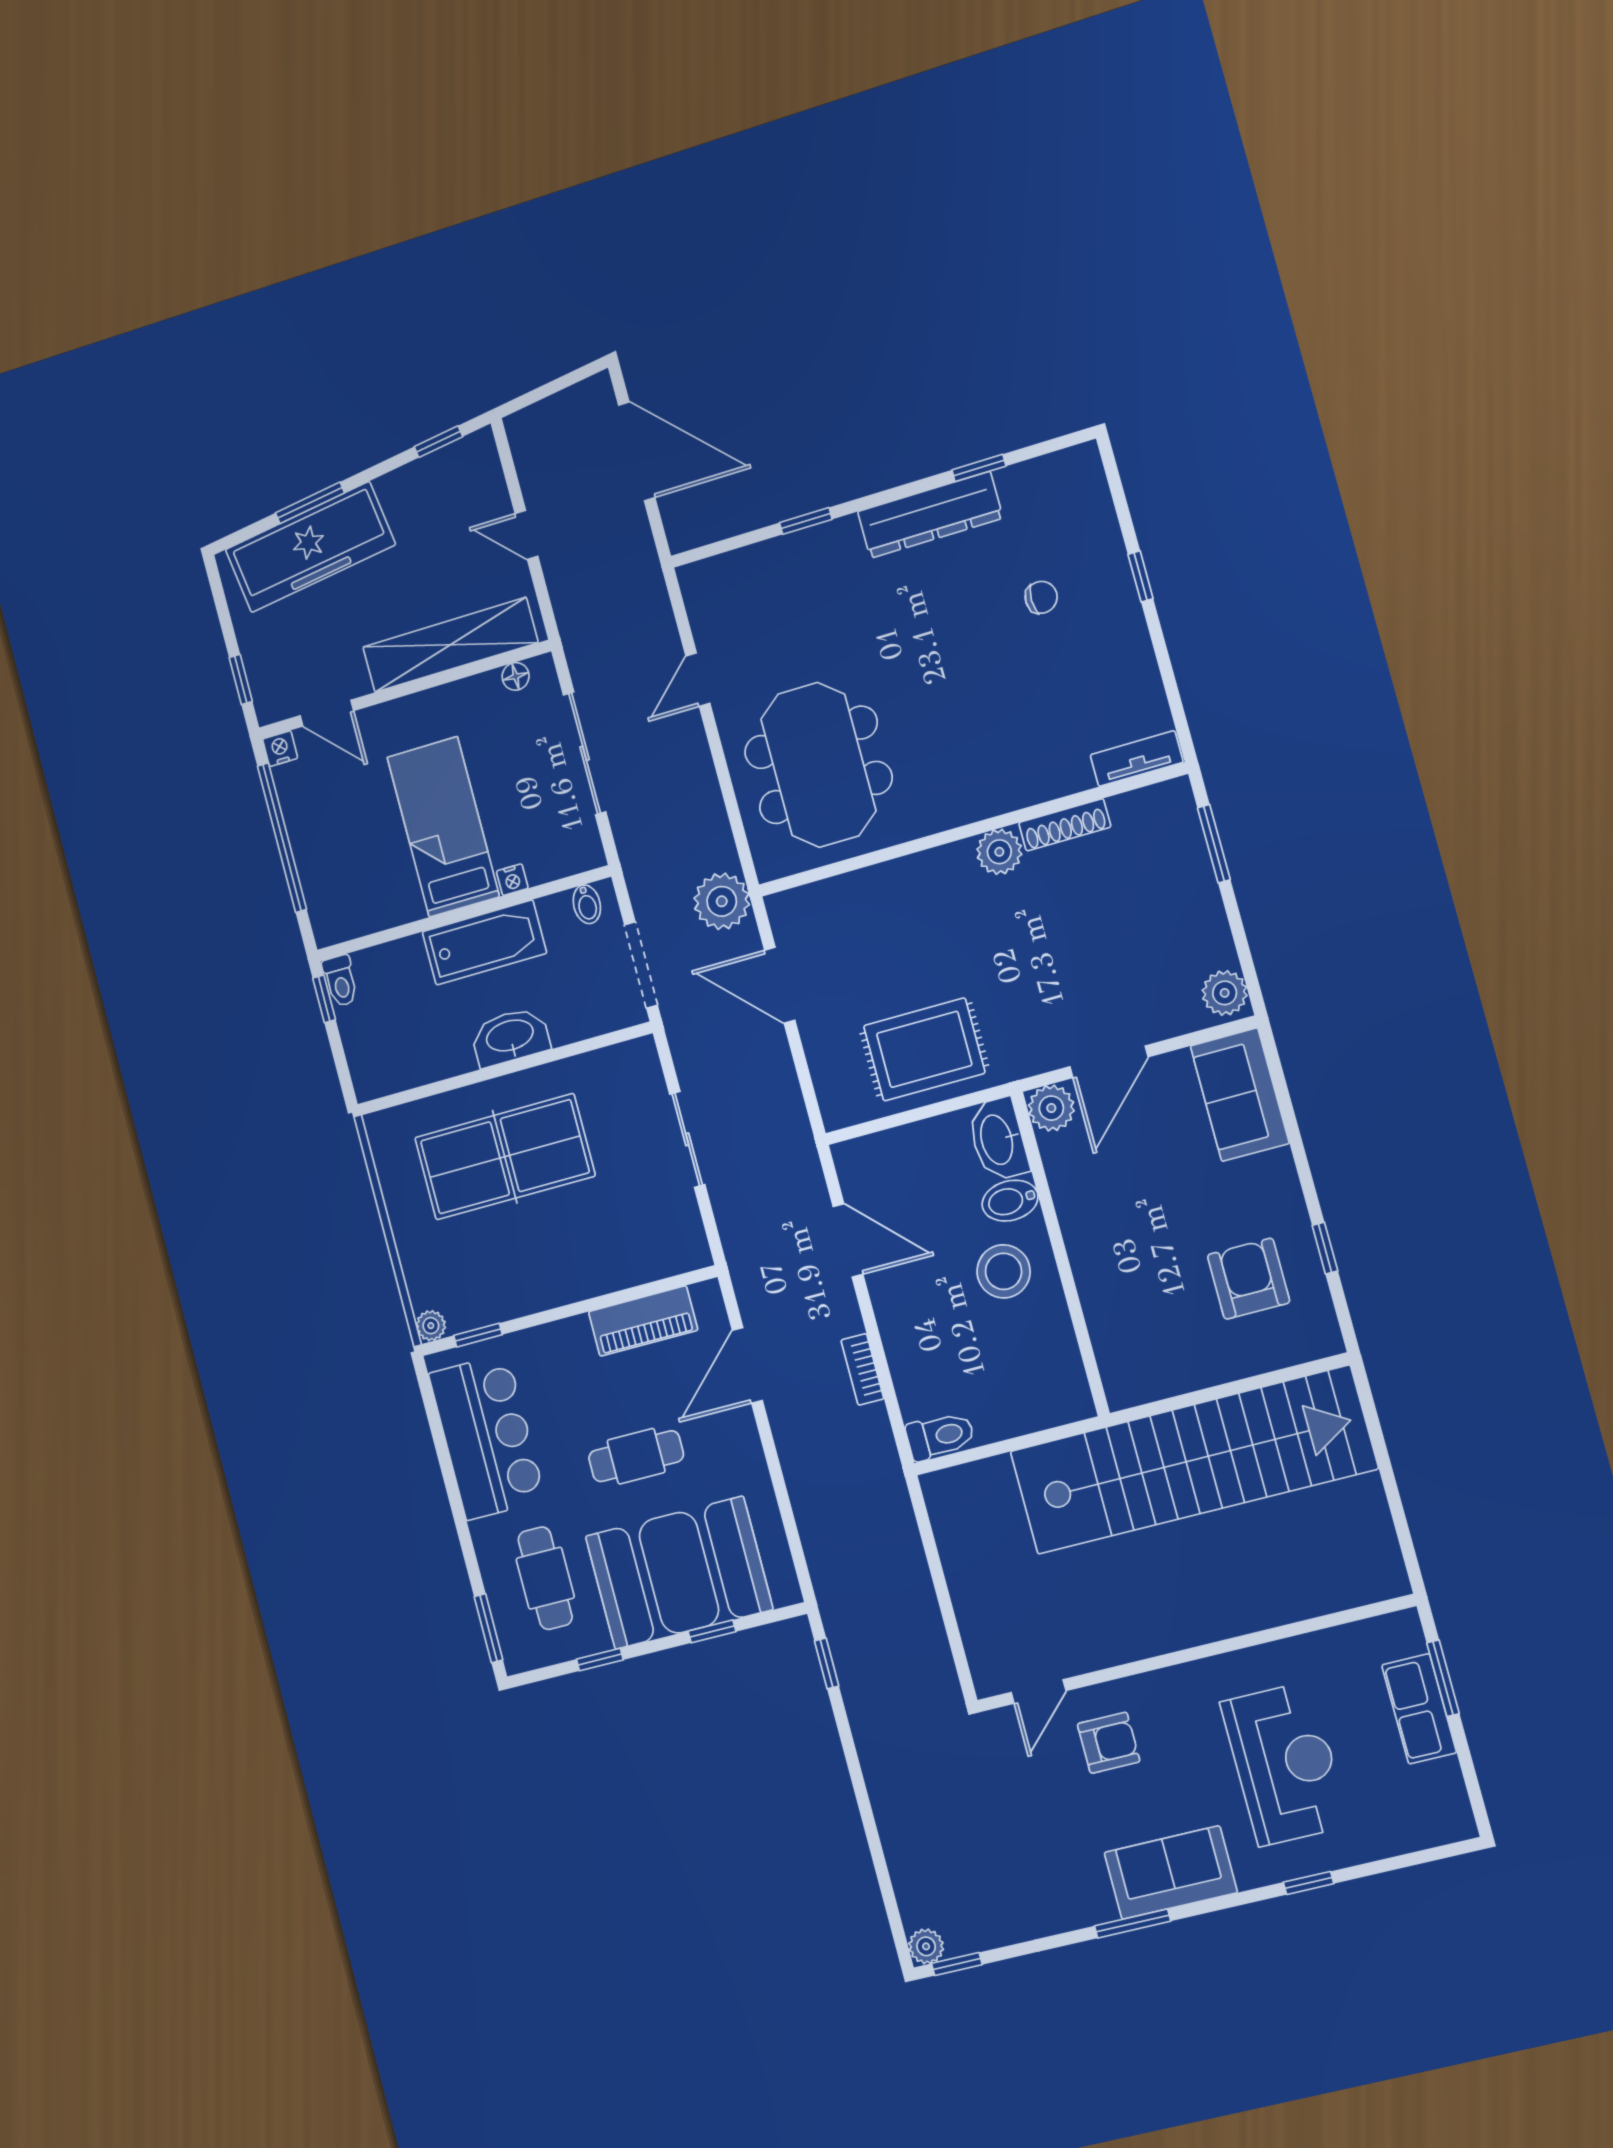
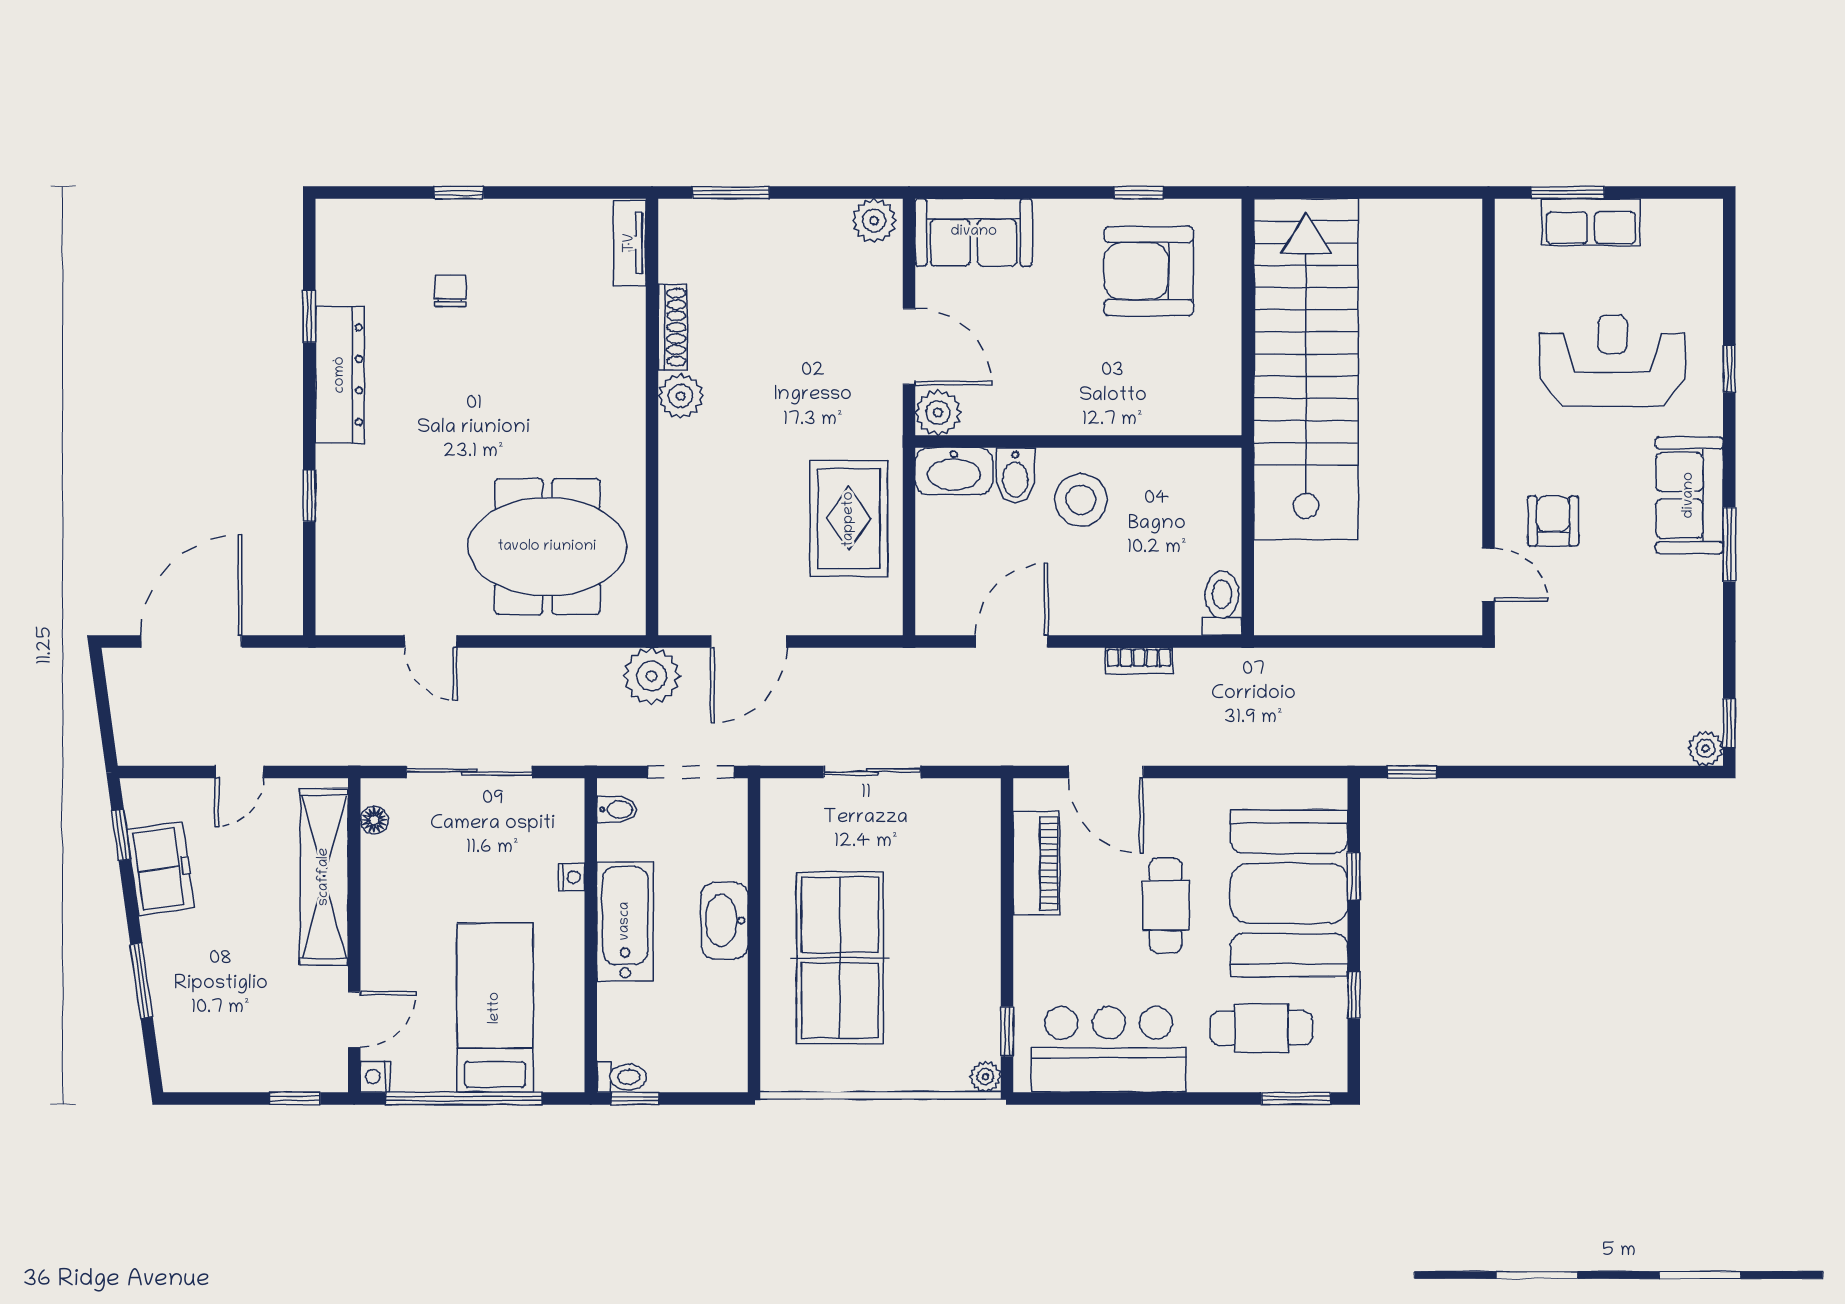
freezer: (310, 547) -> (161, 869), moved, width x0.52, depth x0.79
bed: (443, 827) -> (495, 1008), moved, turned 90
armchair: (1249, 1279) -> (1149, 271), width x1.36, depth x1.36

